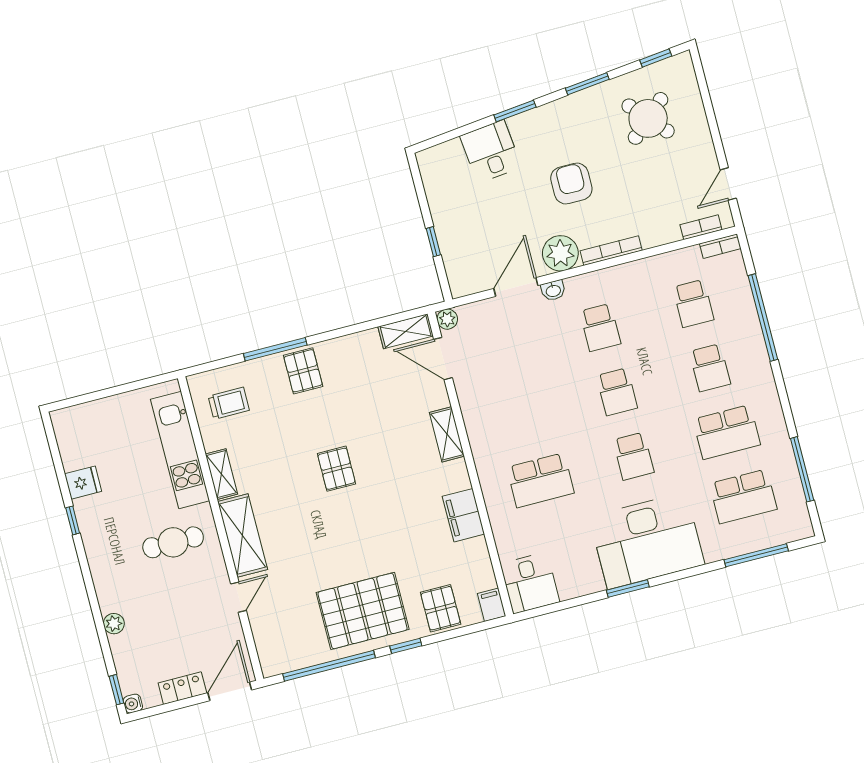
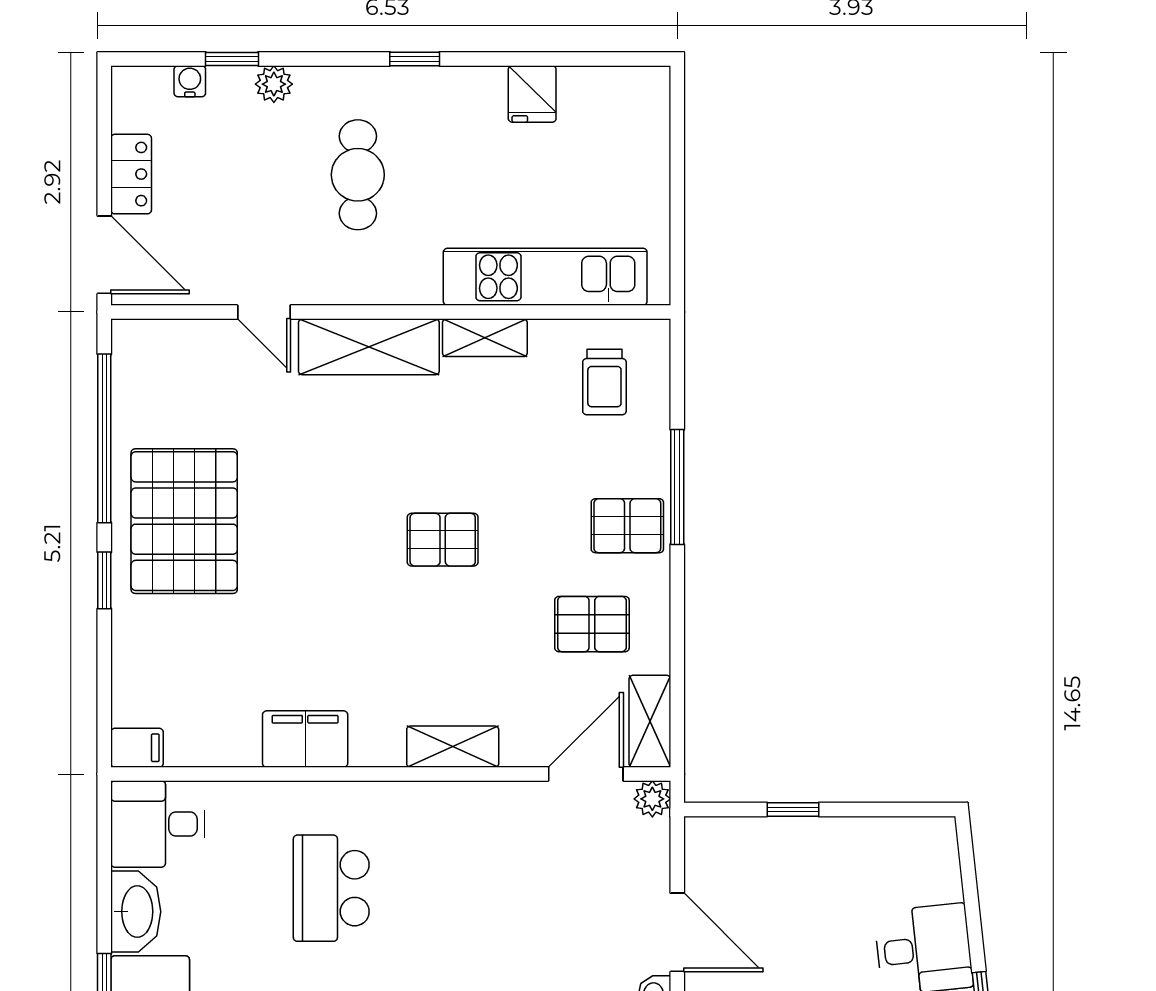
window: (73, 520) -> (415, 59), moved
cafe table: (173, 542) -> (358, 175), moved
washbasin: (580, 583) -> (136, 912), added
pallet: (441, 608) -> (592, 624), moved
window: (116, 690) -> (232, 59), moved
water cooler: (133, 704) -> (190, 81), moved

